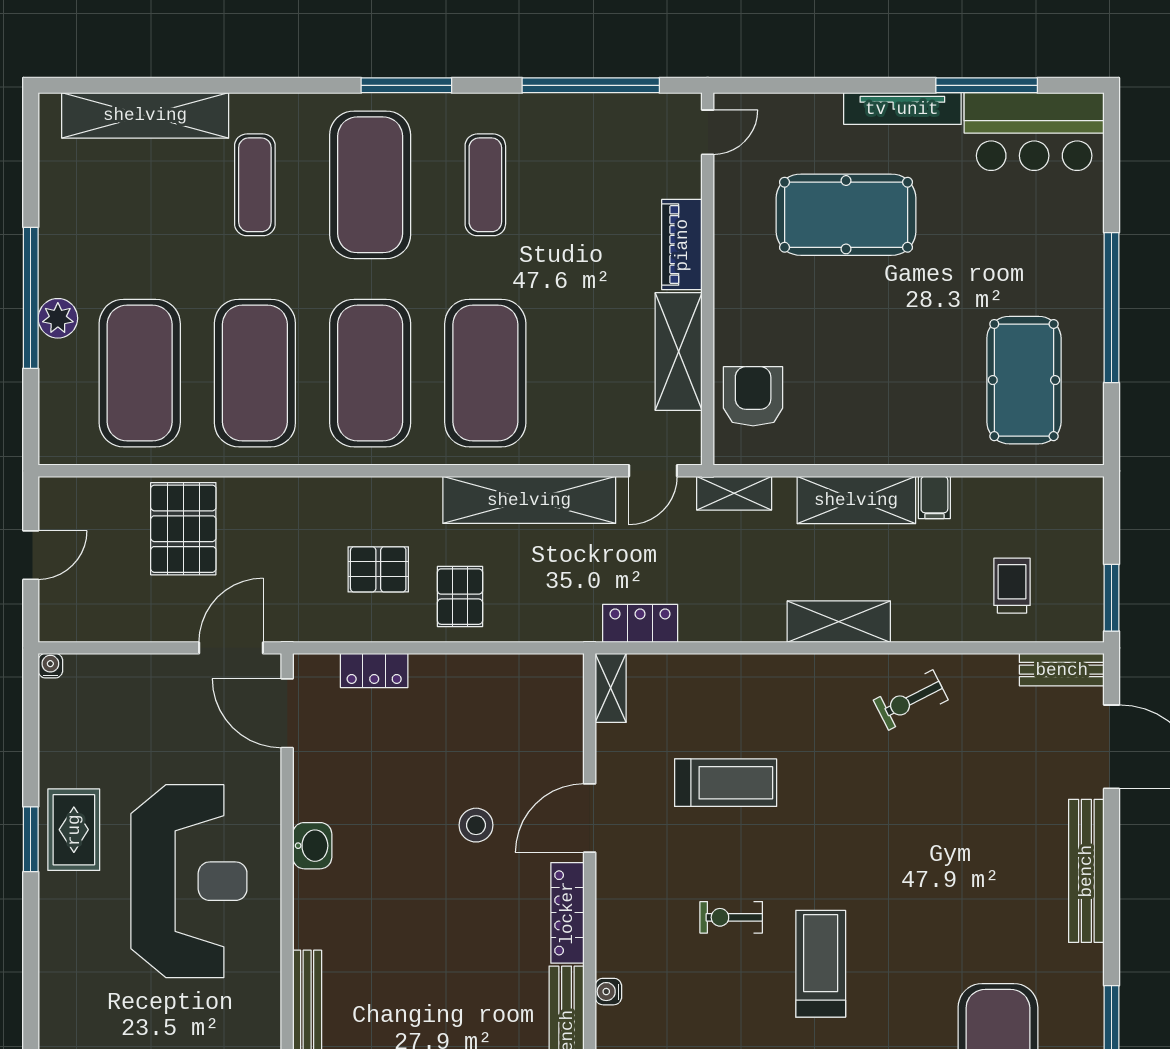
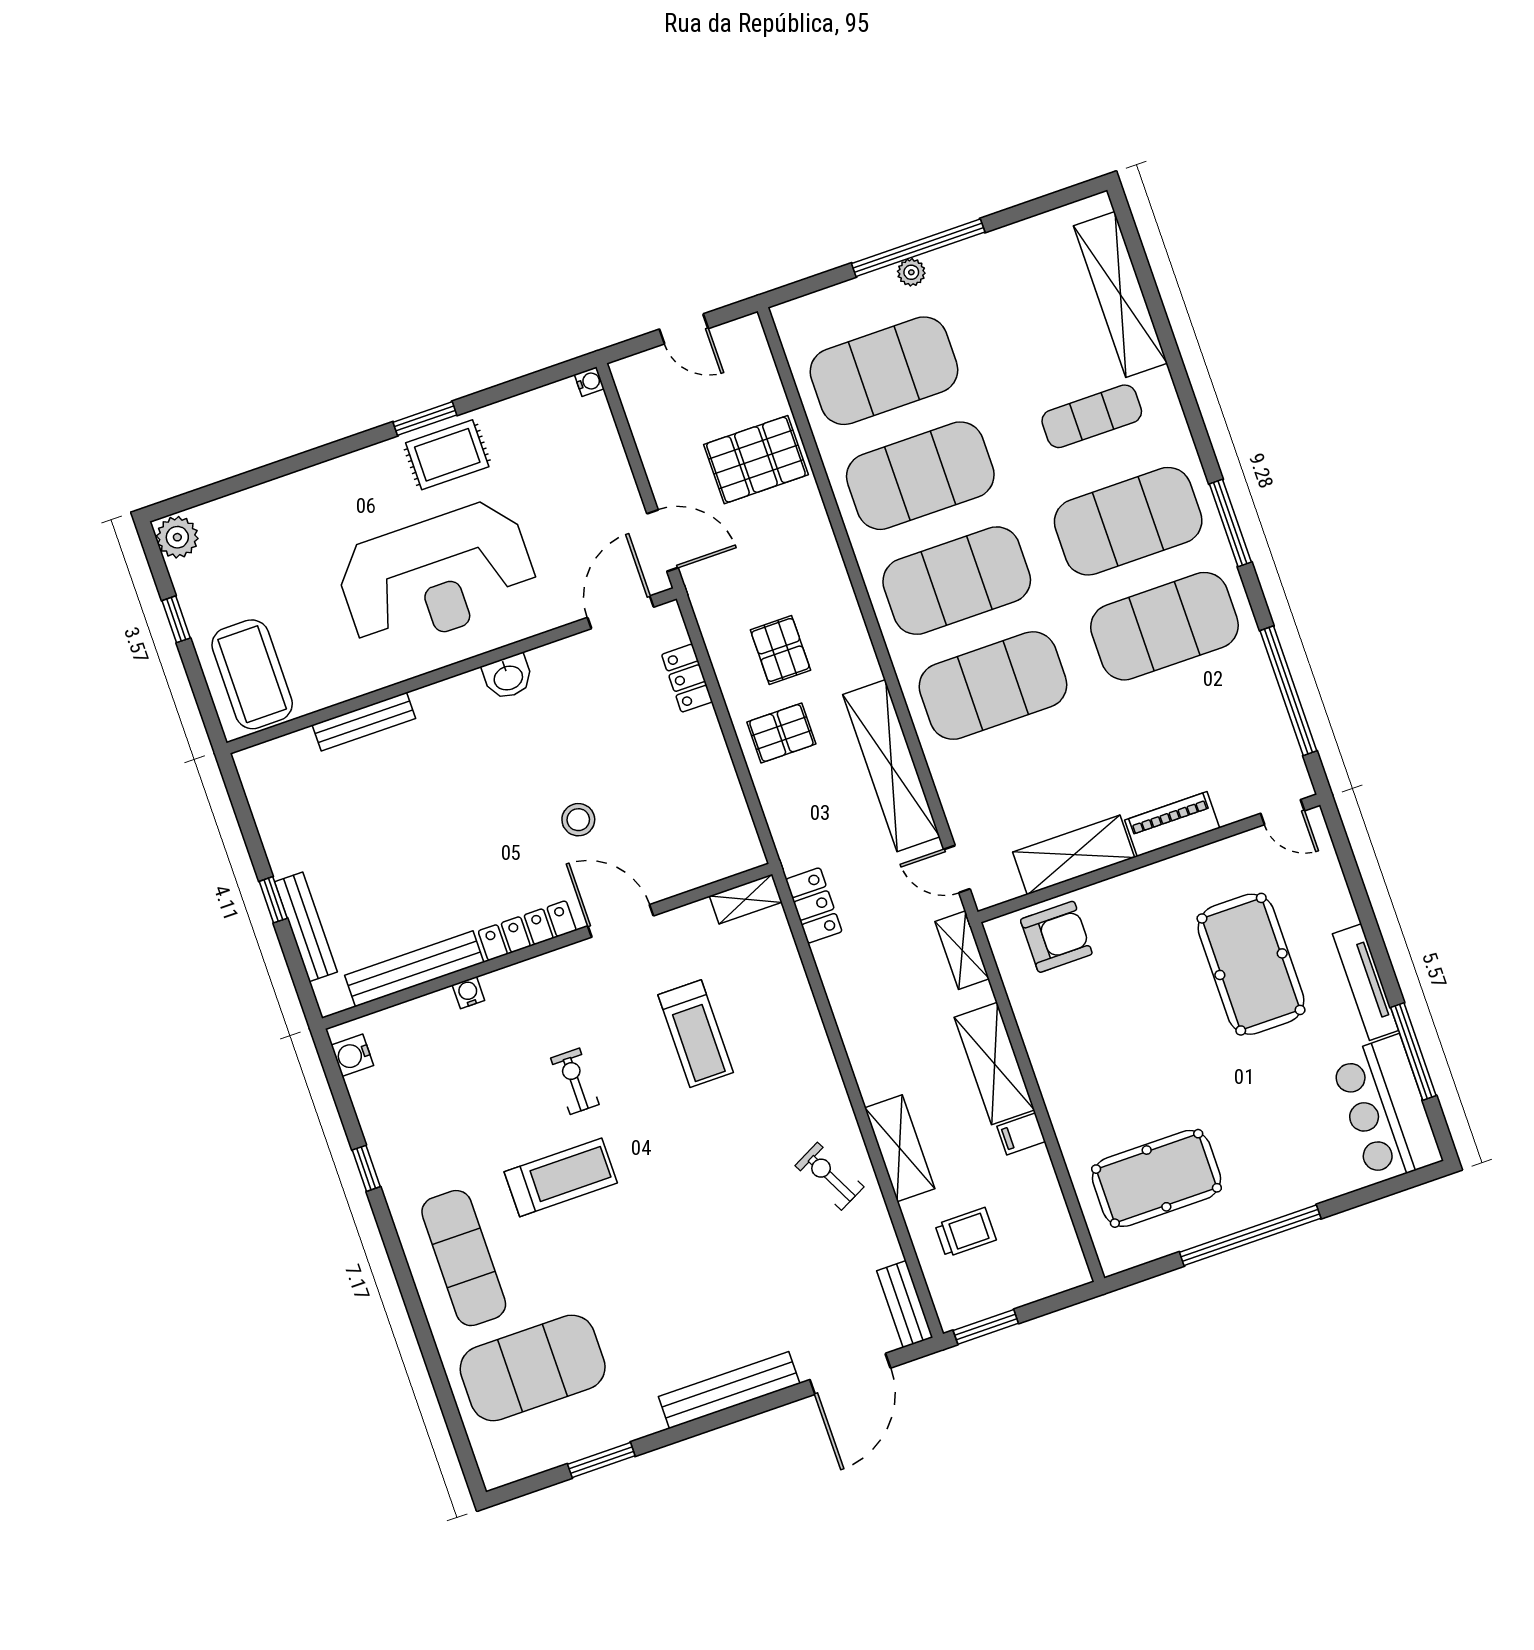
exercise mat: (485, 185) -> (1164, 626), width x2.00, depth x1.45
plant: (58, 318) -> (911, 272), width x0.73, depth x0.73
shelving: (839, 622) -> (900, 1148), moved

